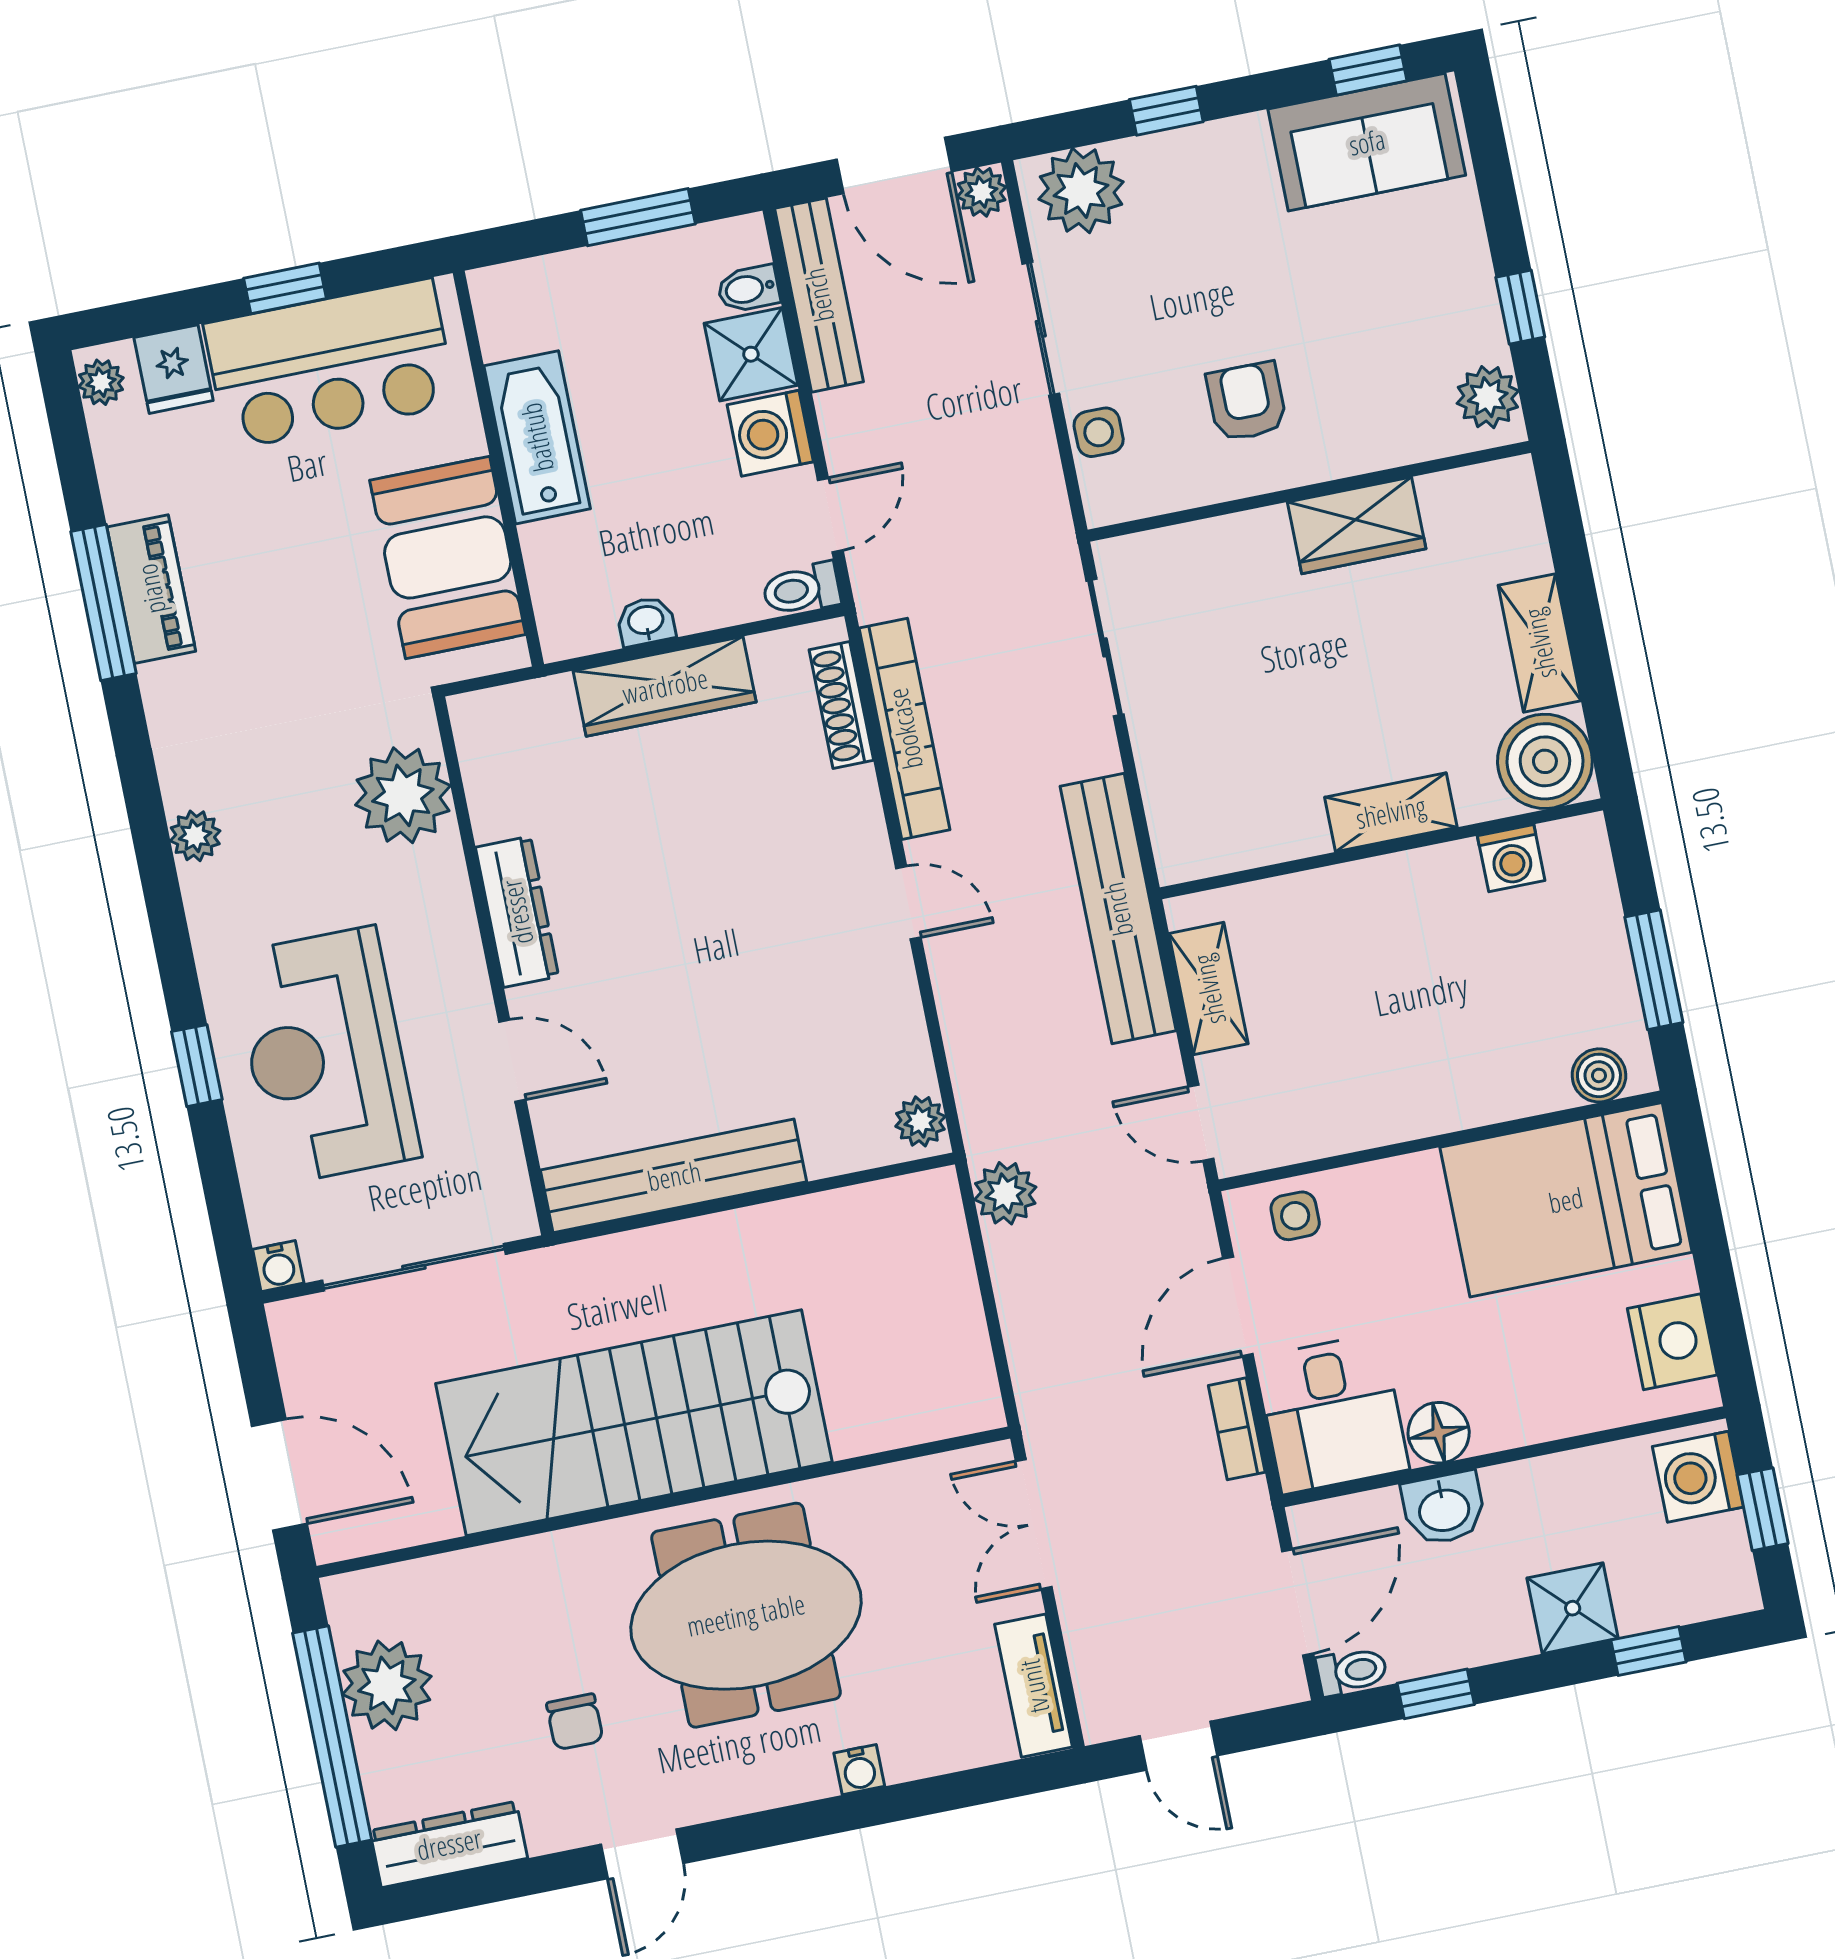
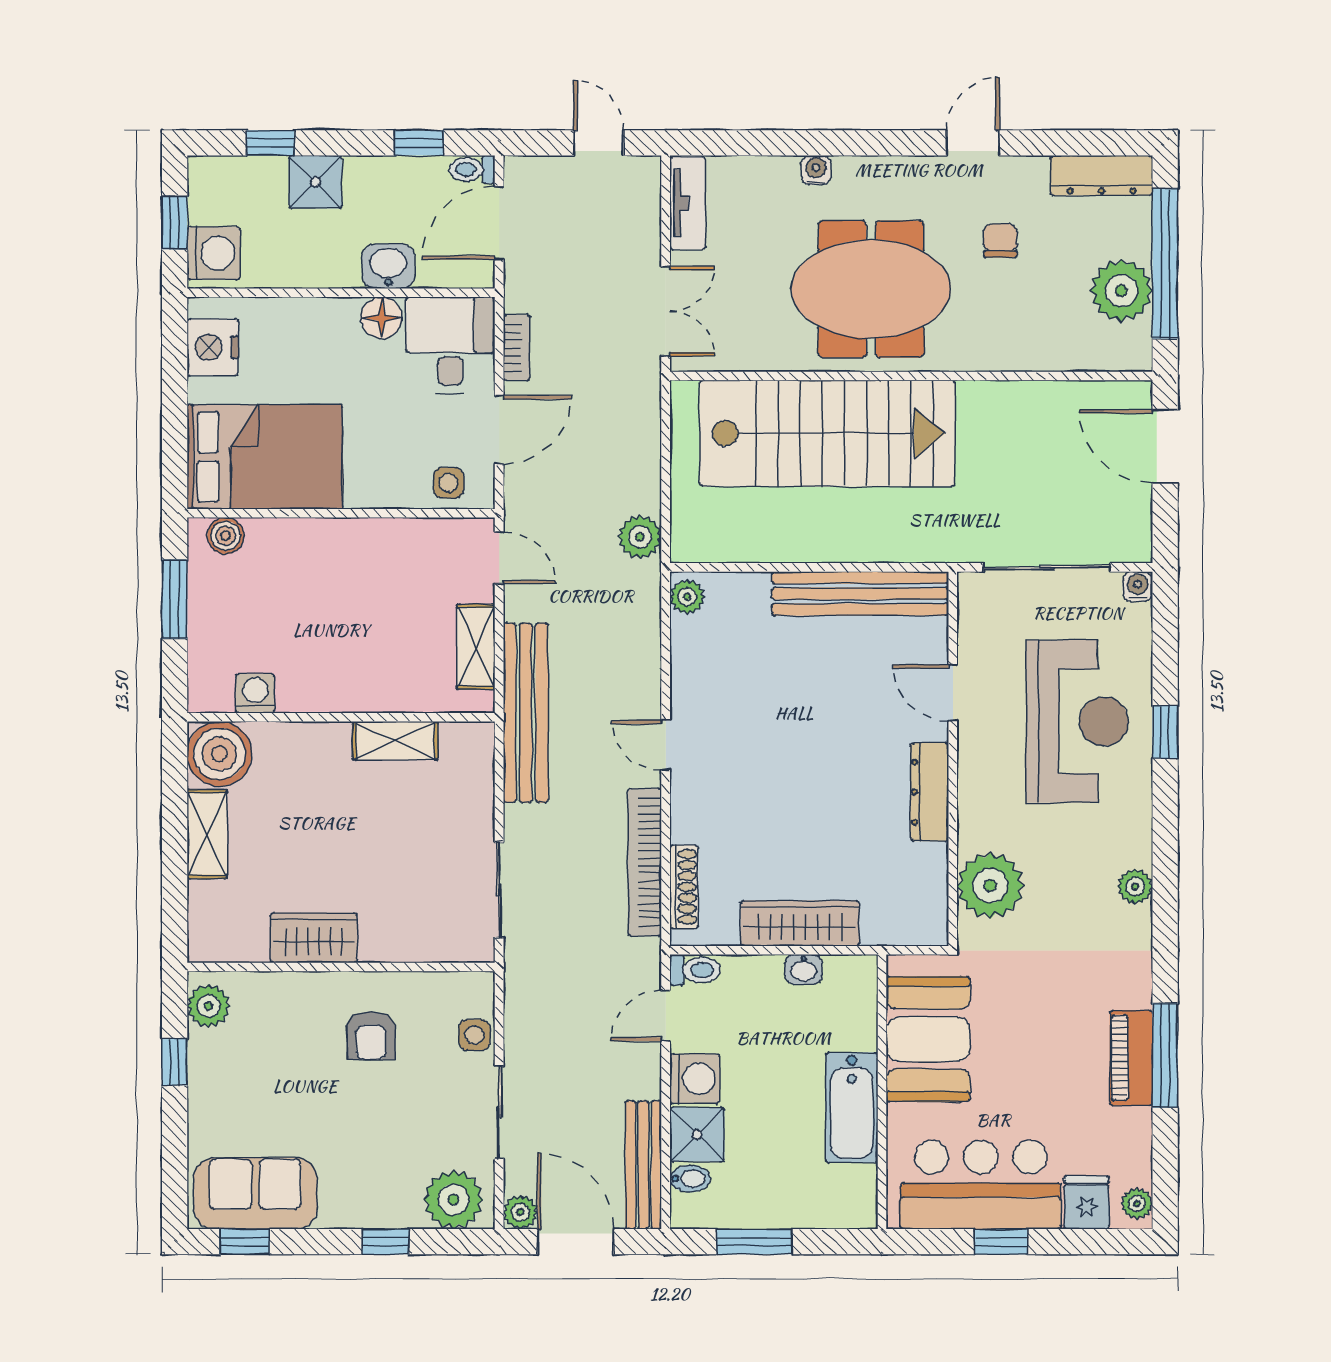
shelving: (1391, 812) -> (395, 740), moved
stairs: (634, 1423) -> (827, 433), moved

